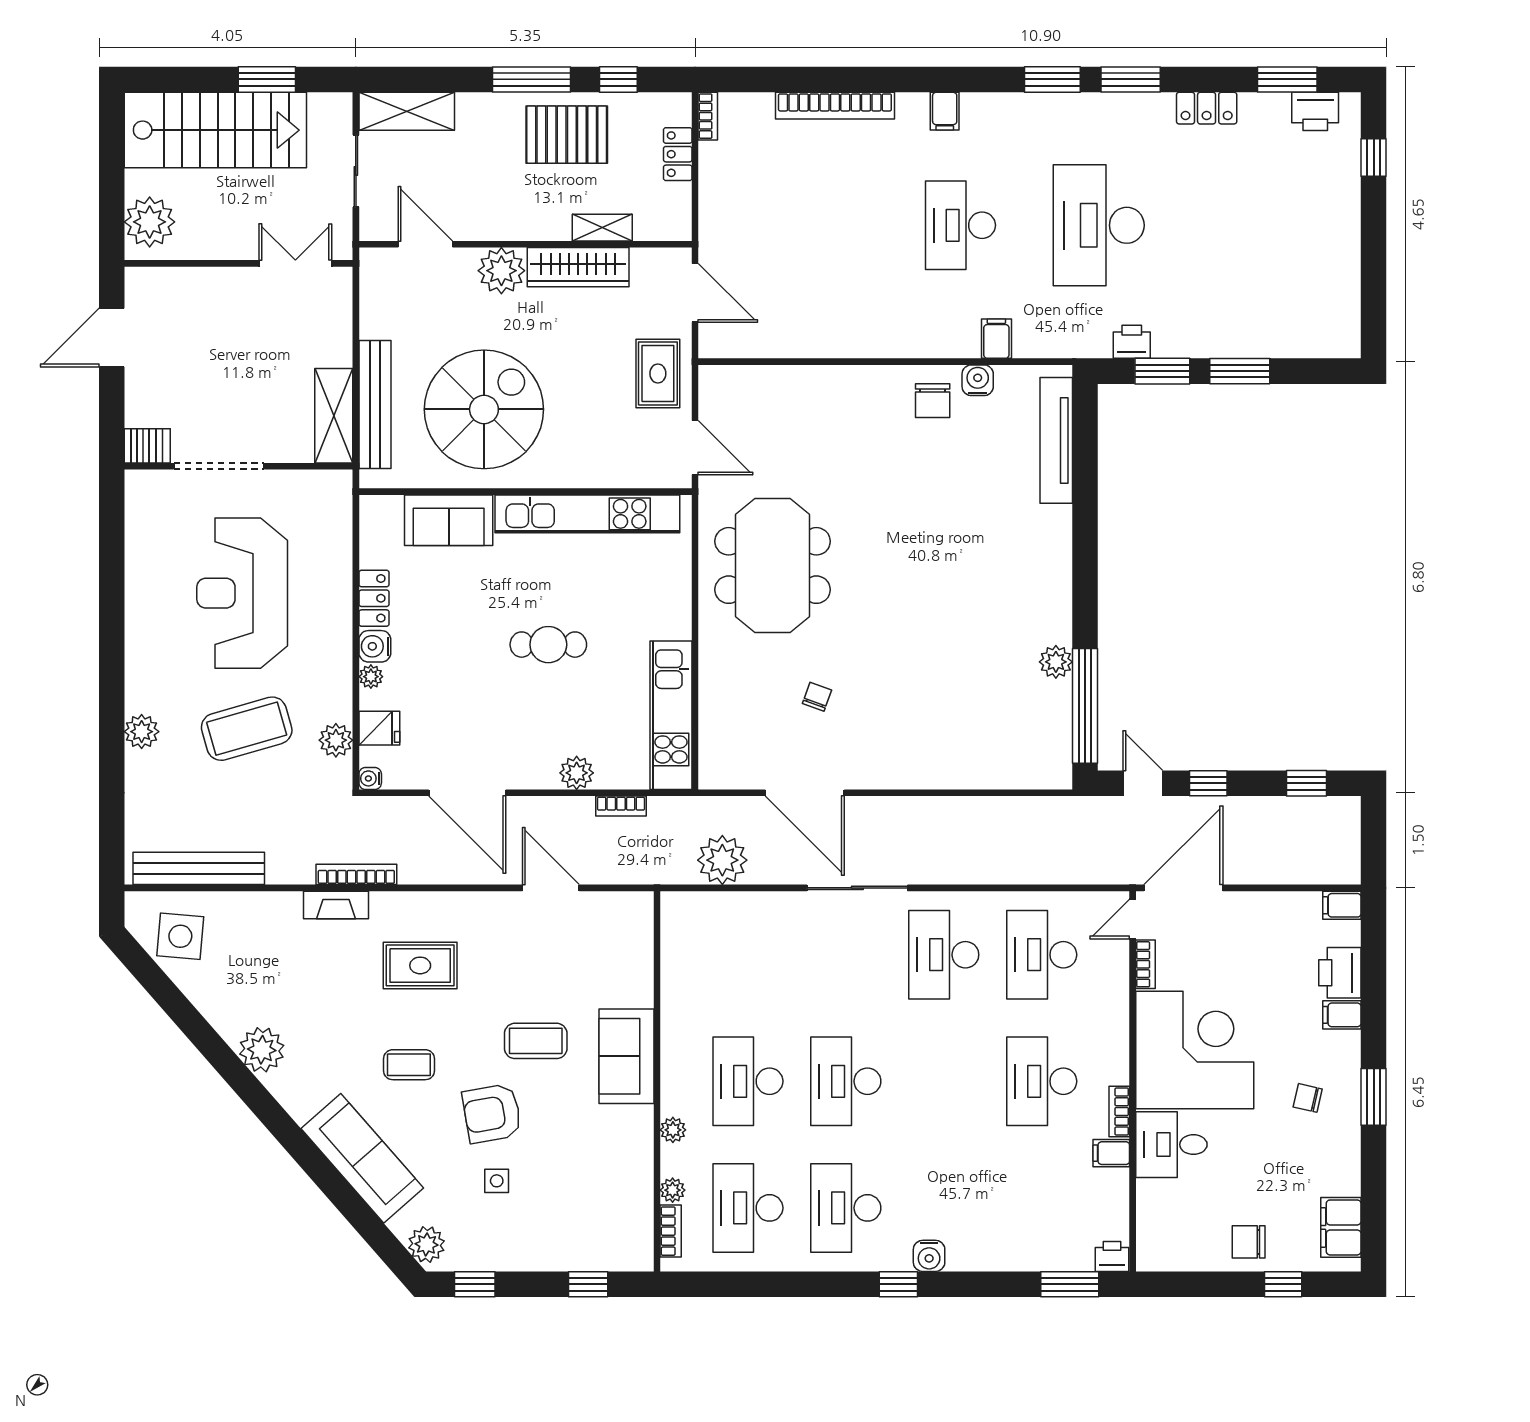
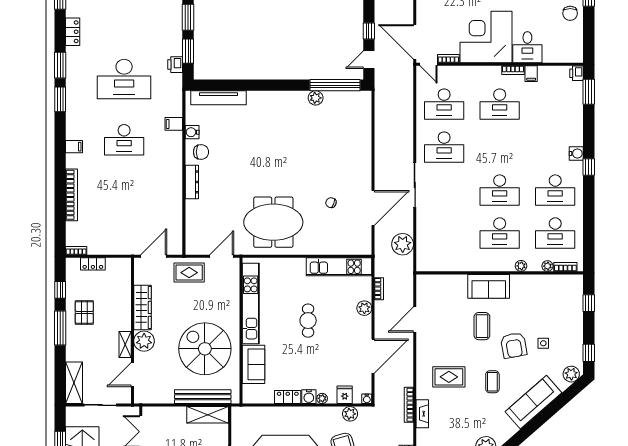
pallet: (567, 135) -> (84, 312), width x0.67, depth x0.71
shelving: (602, 228) -> (125, 345), moved
dresser: (864, 380) -> (192, 182), added
rug: (420, 965) -> (449, 377), turned 90

